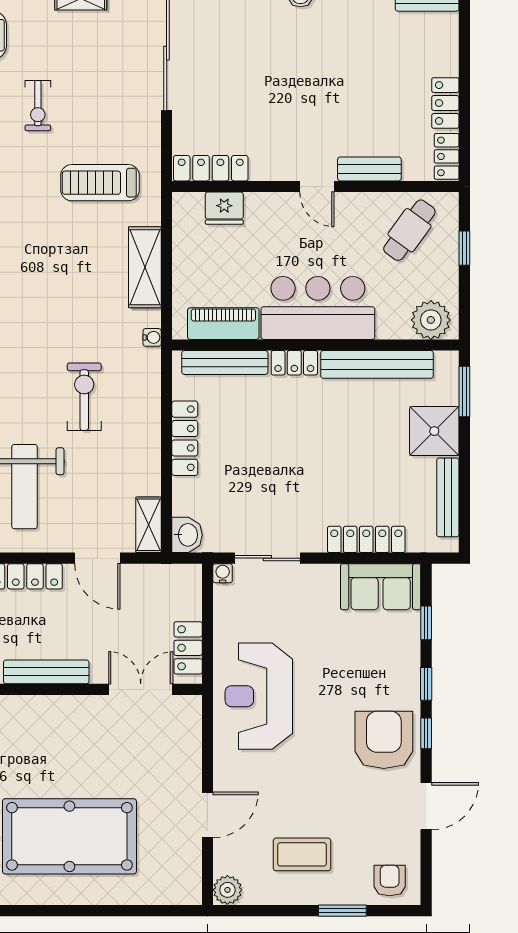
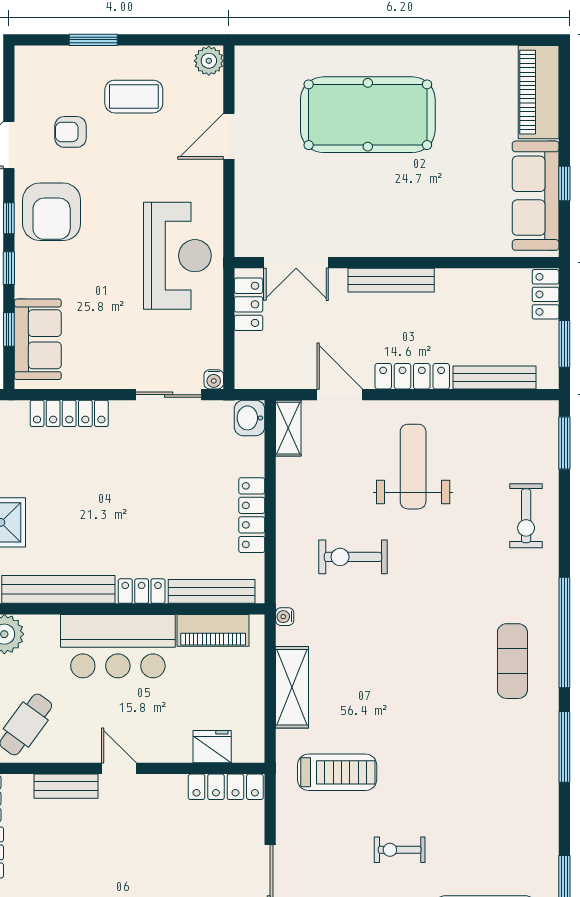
exercise bike: (38, 106) -> (400, 850), turned -90
exercise bike: (84, 397) -> (353, 557), turned 90
sofa: (381, 587) -> (38, 339), moved, turned 90
armchair: (390, 881) -> (71, 132), moved, turned 90

